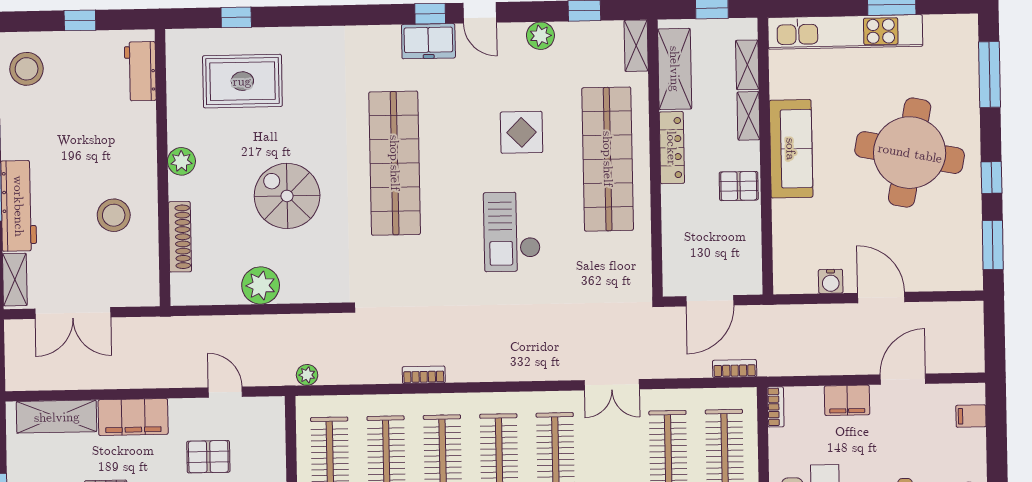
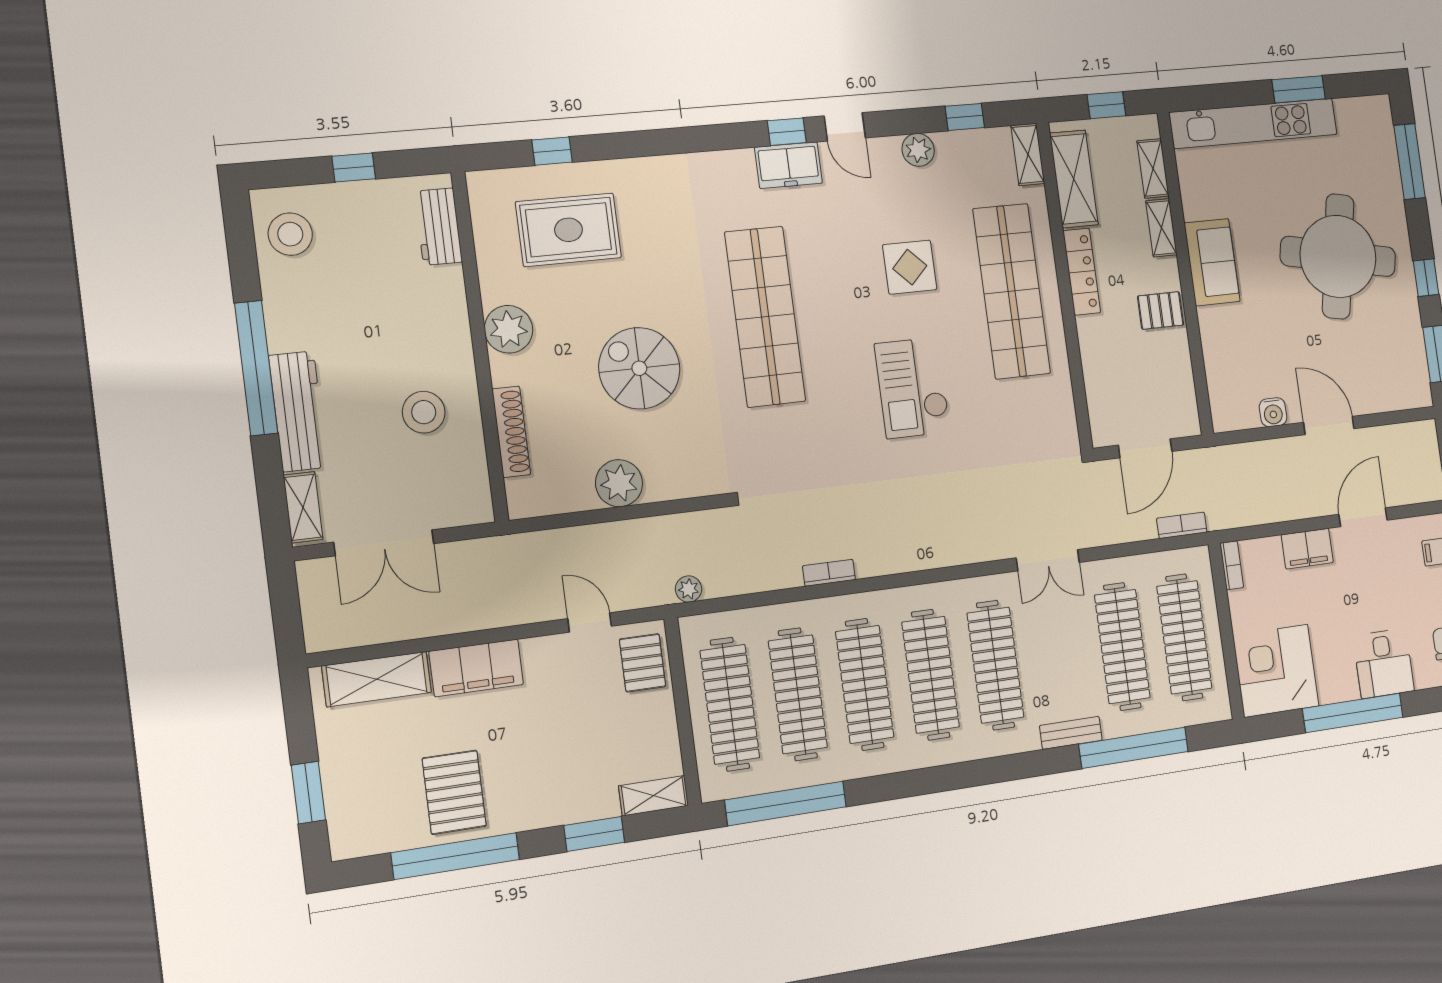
sofa: (791, 149) -> (1212, 262), width x0.73
plant: (181, 161) -> (509, 329), width x1.36, depth x1.36
pallet: (208, 457) -> (643, 663), moved, turned 90

